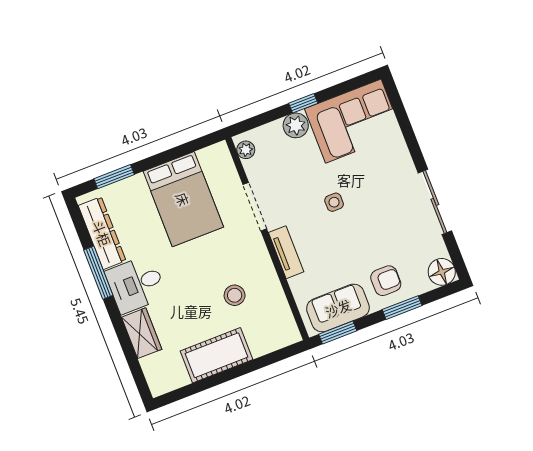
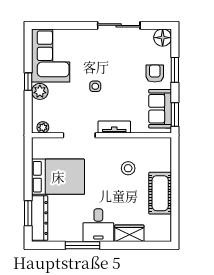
dresser: (102, 233) -> (40, 218), moved, turned 90

